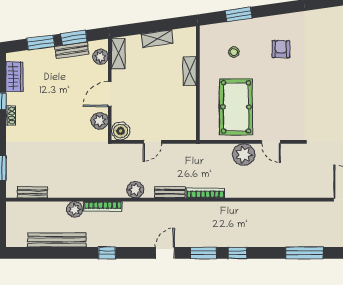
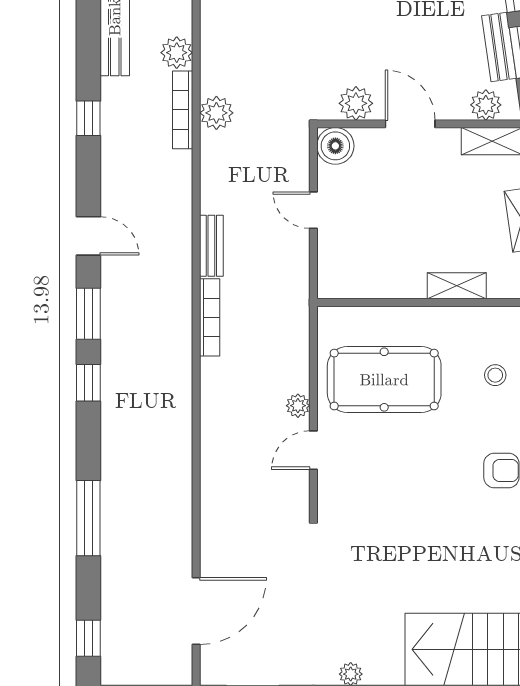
plant: (244, 155) -> (298, 406), width x0.53, depth x0.53
plant: (135, 190) -> (216, 113), moved

